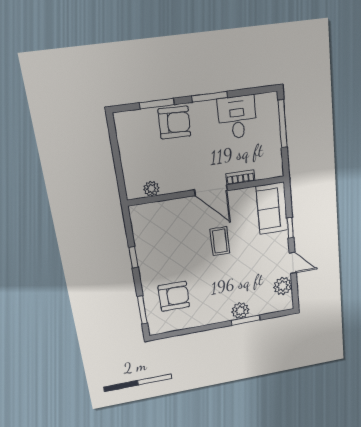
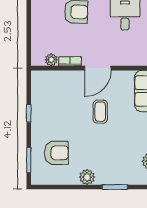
bookcase: (240, 177) -> (70, 61), moved
door: (211, 190) -> (98, 68), hinge flipped
plant: (240, 311) -> (87, 177), moved

